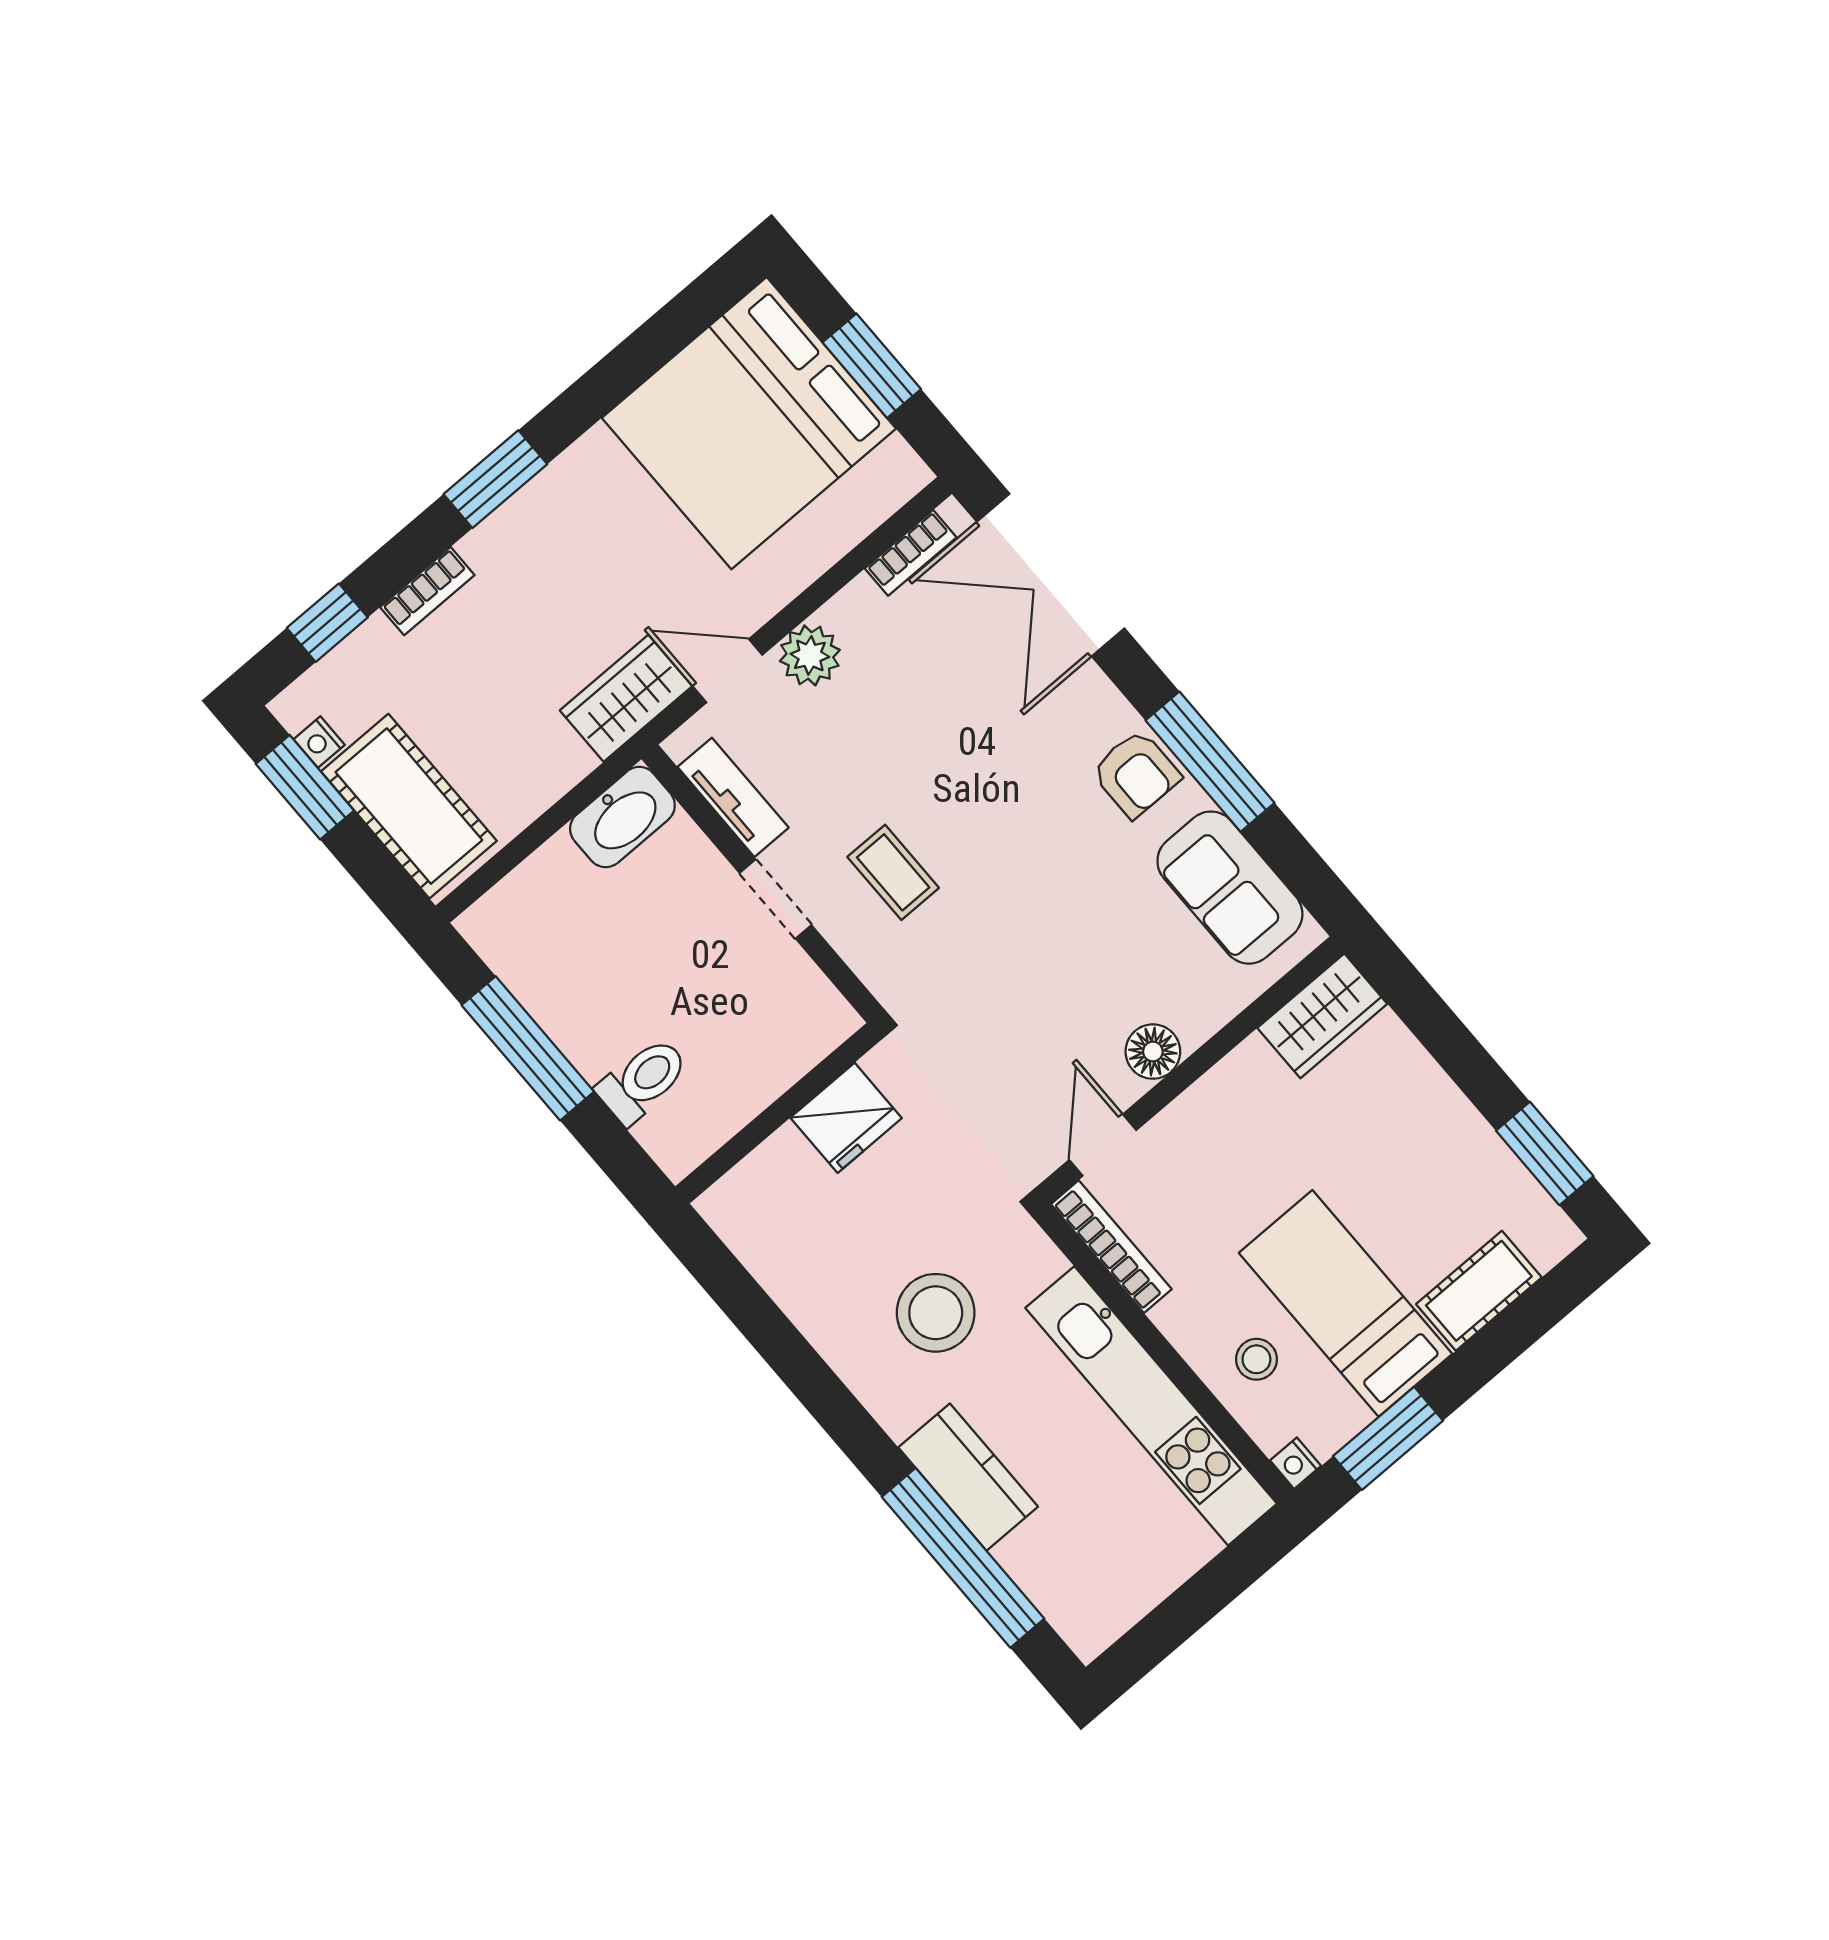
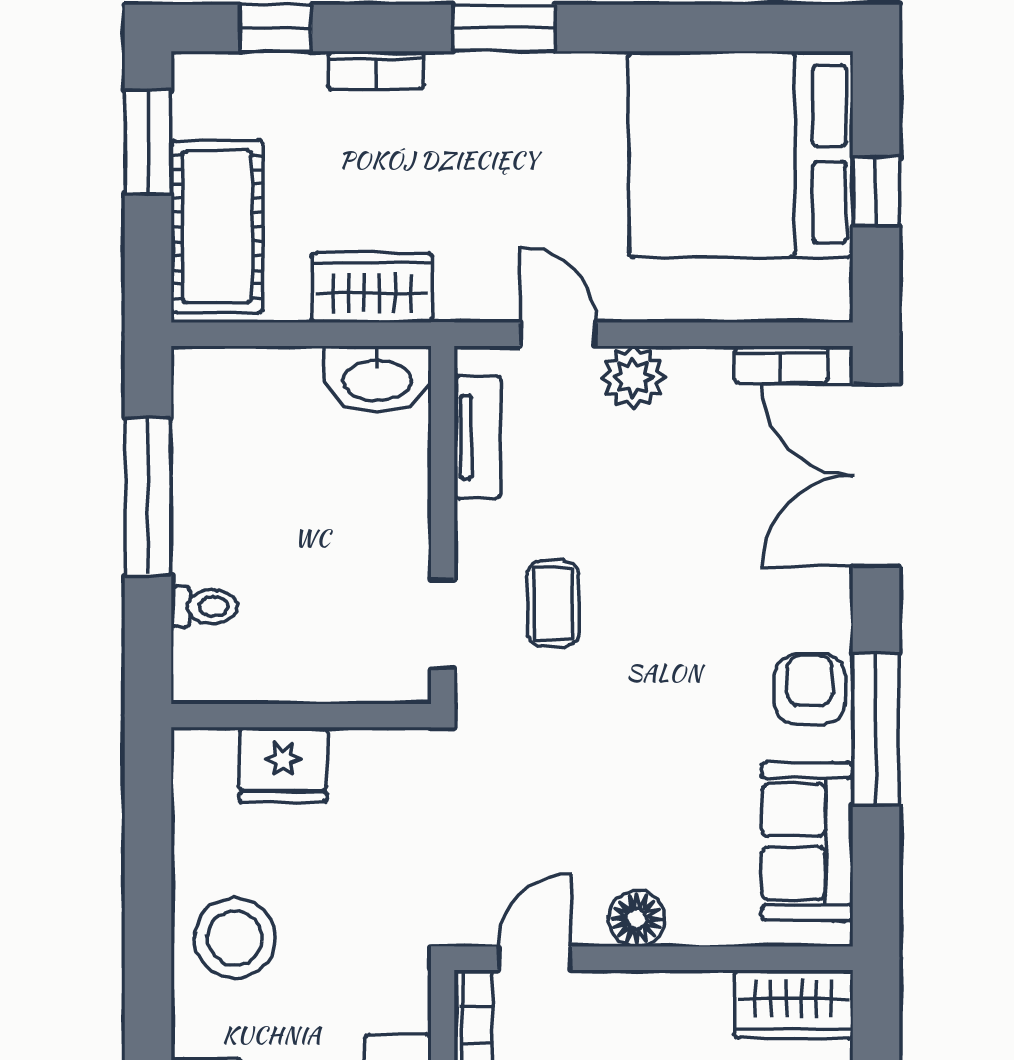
window: (872, 366) -> (876, 191), width x0.67
wardrobe: (626, 698) -> (372, 288), moved
nightstand: (319, 742) -> (190, 116), removed
armchair: (1136, 774) -> (810, 689), turned 180
doorway: (775, 899) -> (443, 624), moved
toilet: (643, 1080) -> (204, 607), width x0.73, depth x0.72
fridge: (846, 1118) -> (283, 765), moved
stool: (936, 1313) -> (235, 938), moved

